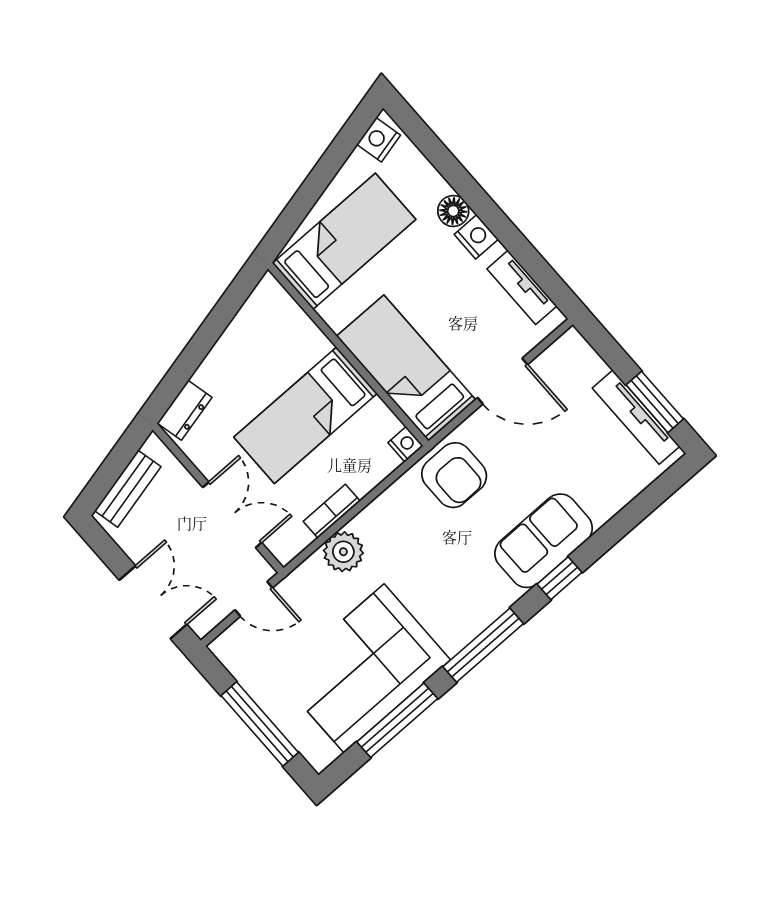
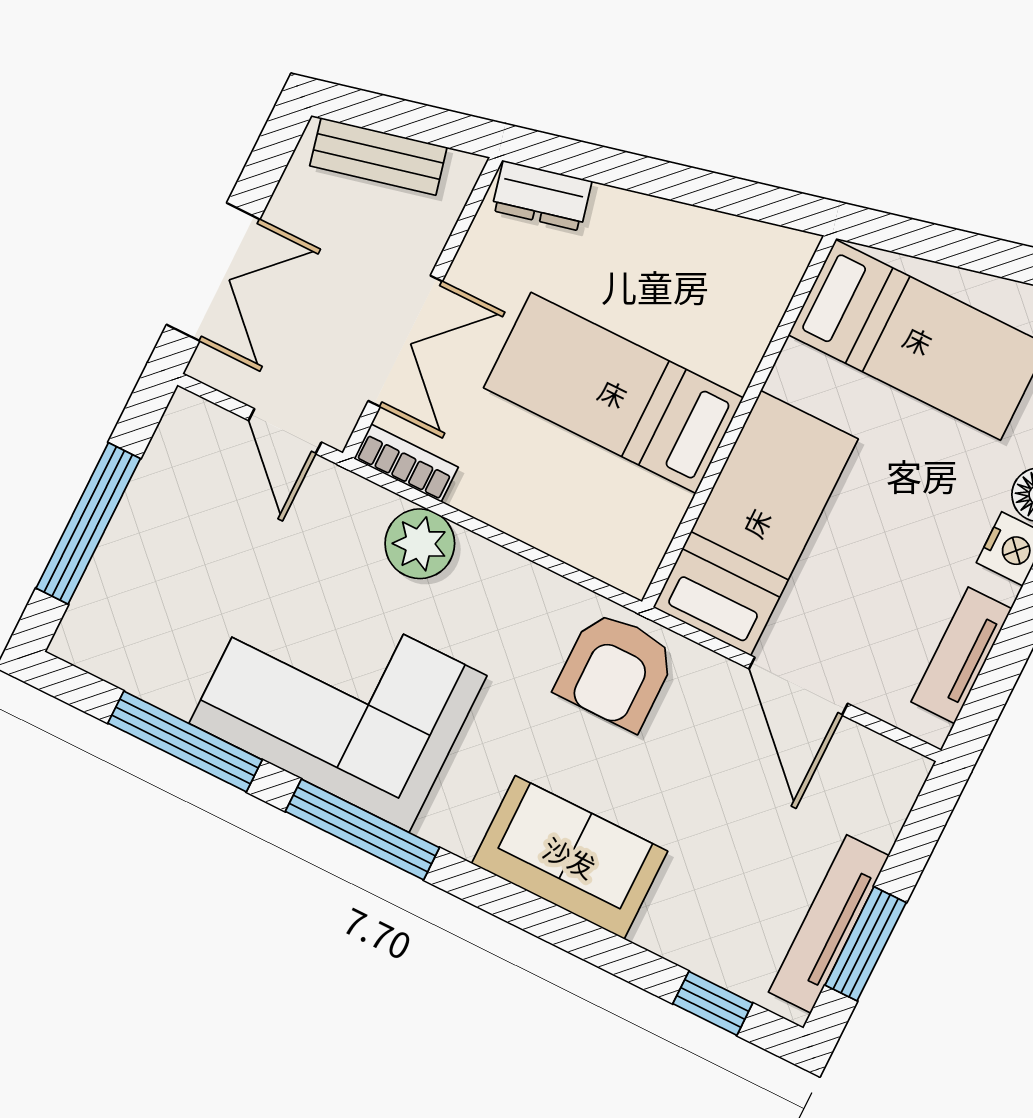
nightstand: (406, 444) -> (633, 572), removed
bookcase: (332, 511) -> (406, 463), moved
window: (560, 578) -> (713, 1003), moved
corner sofa: (364, 668) -> (338, 700), moved

